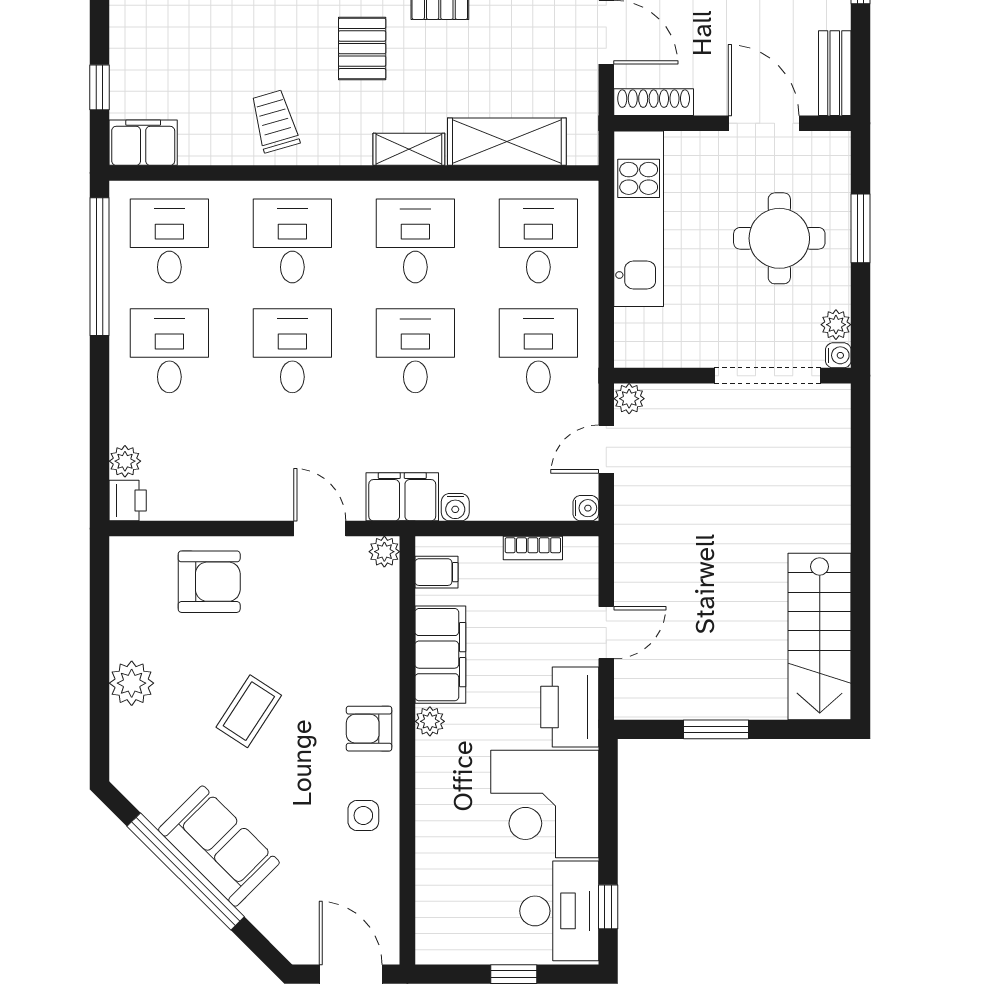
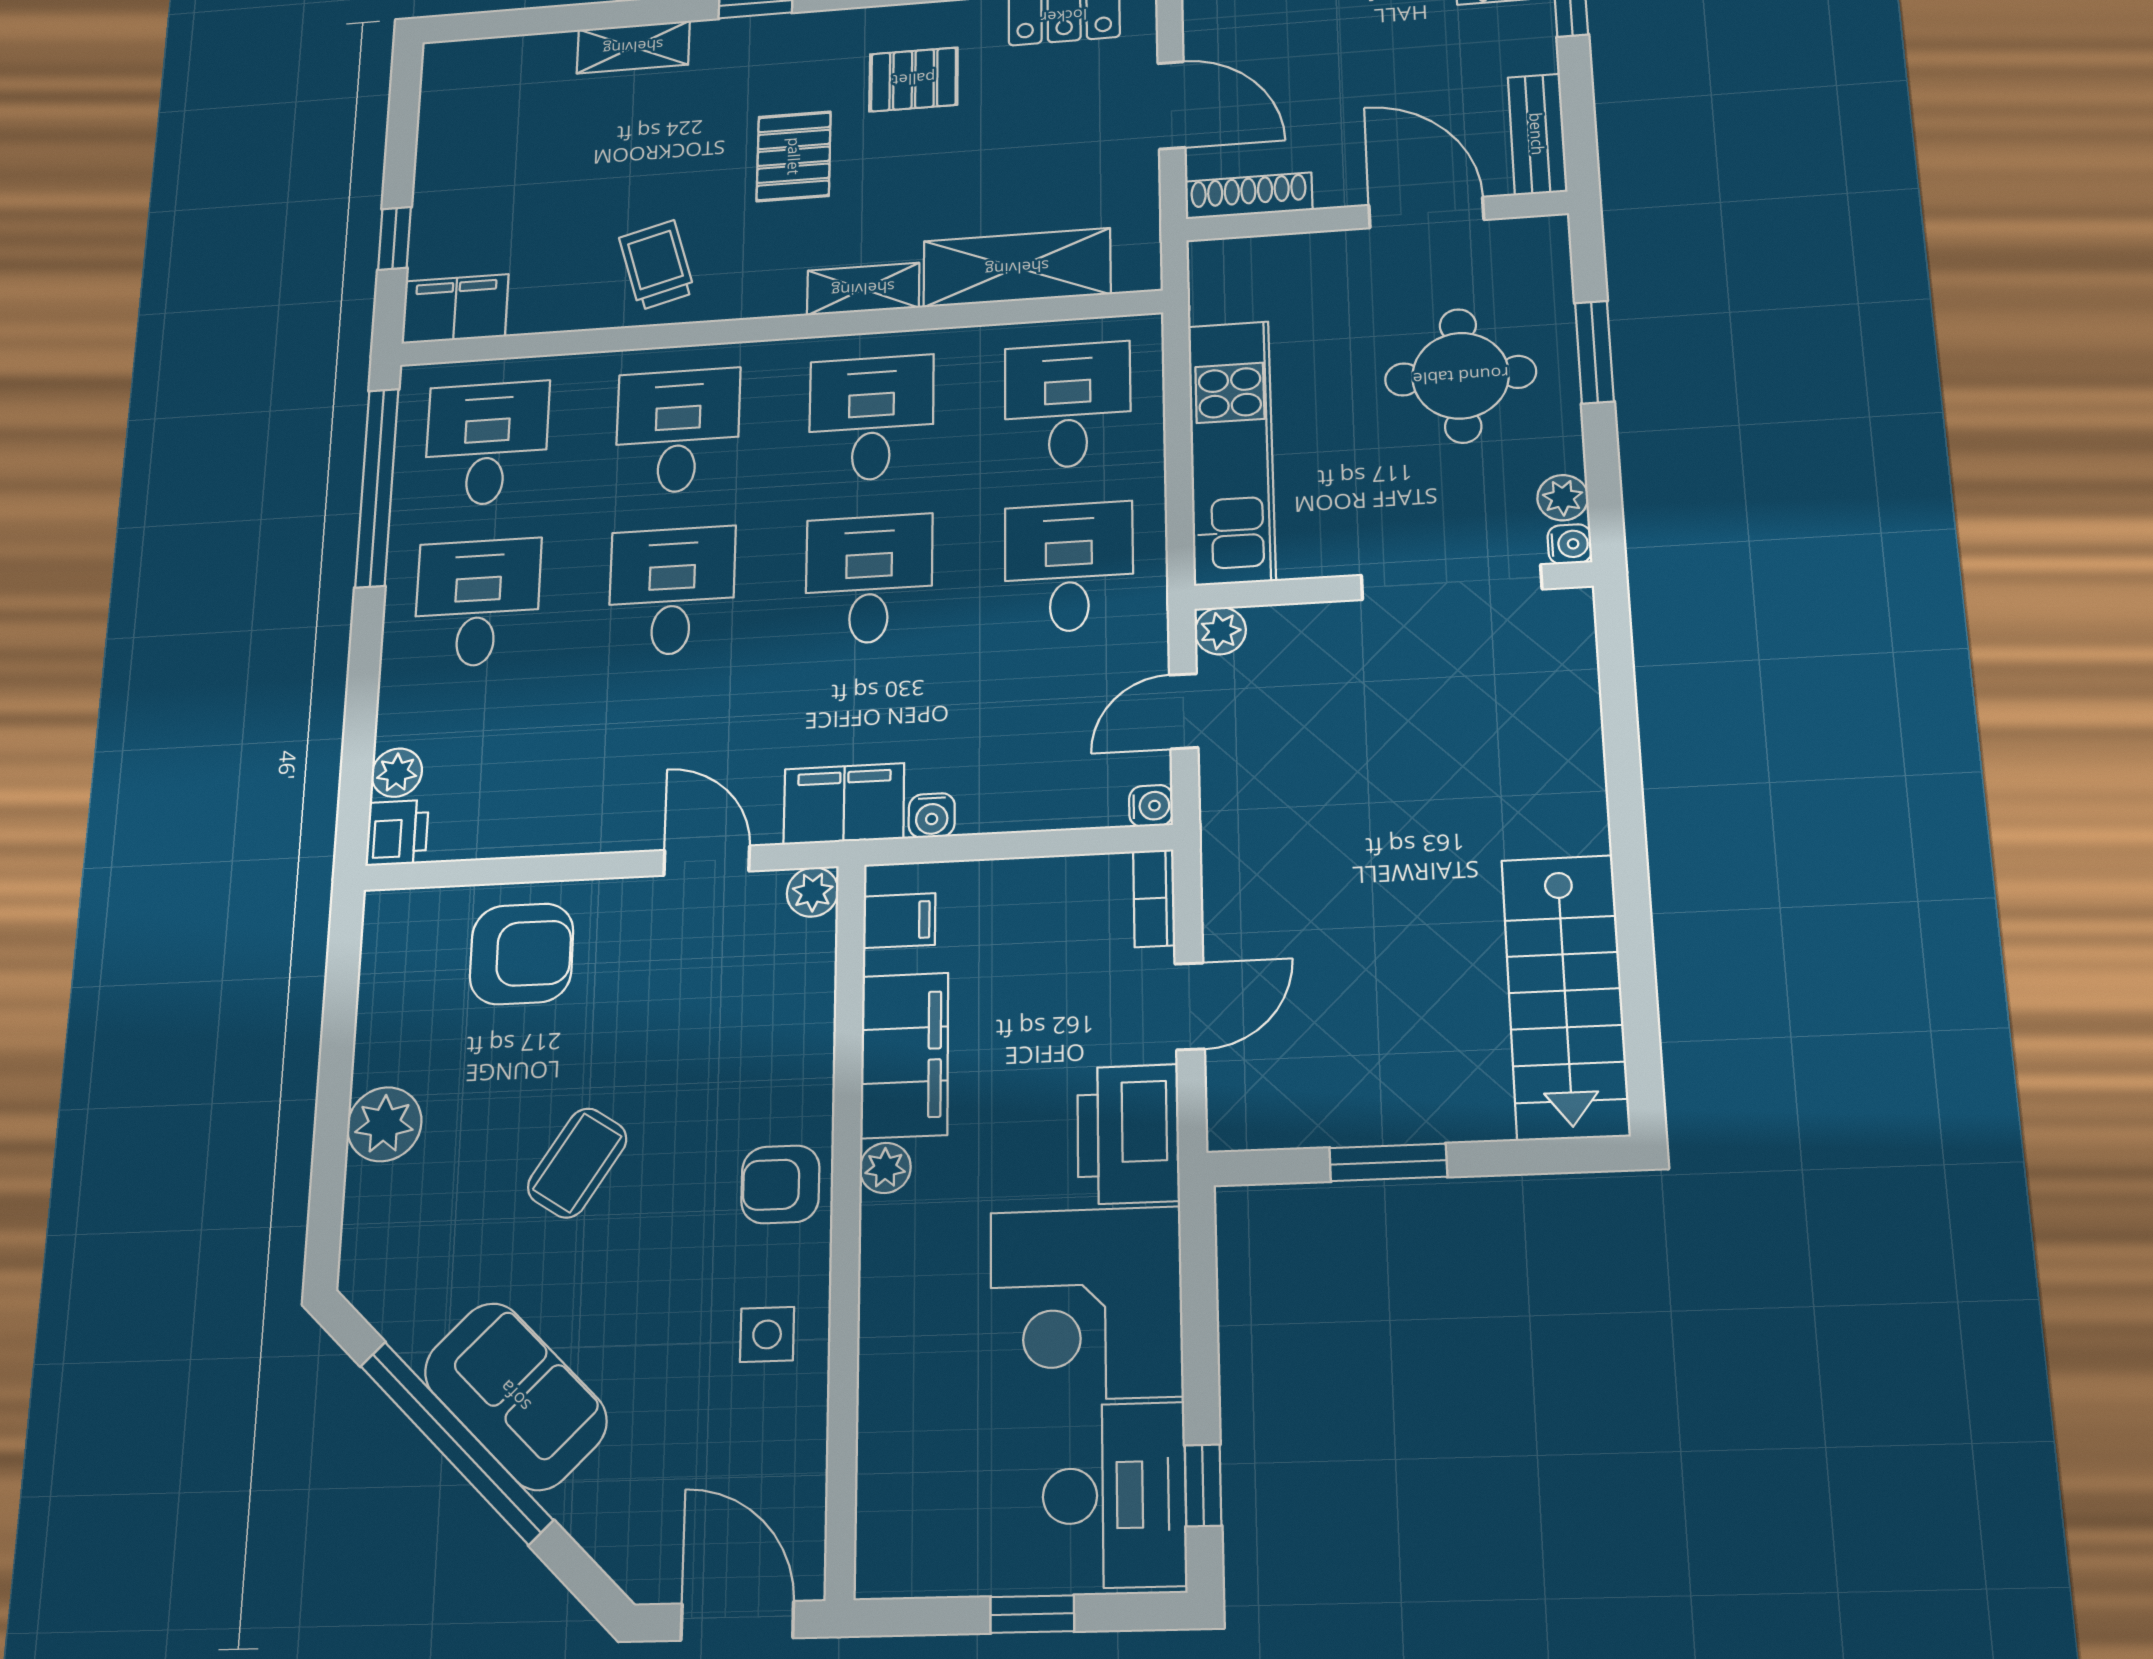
kitchen unit: (639, 219) -> (1231, 452), moved
bookcase: (533, 548) -> (1154, 898), moved, turned 90

